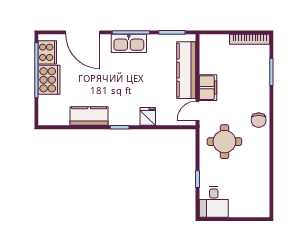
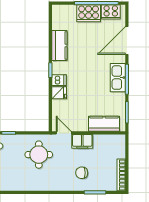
kitchen counter: (186, 70) -> (104, 124), width x0.67
dishwasher: (132, 117) -> (59, 80), added
chair: (259, 120) -> (82, 173), moved

